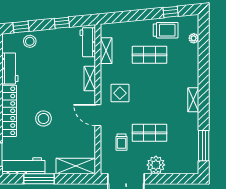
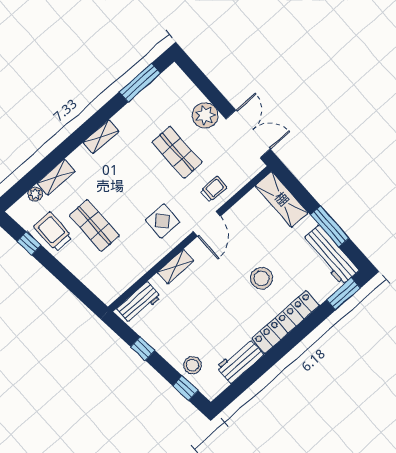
shelving: (106, 51) -> (56, 177), moved
trolley: (121, 142) -> (214, 189), moved

